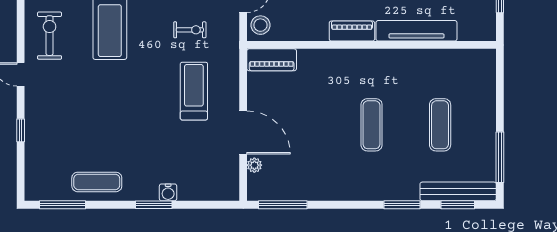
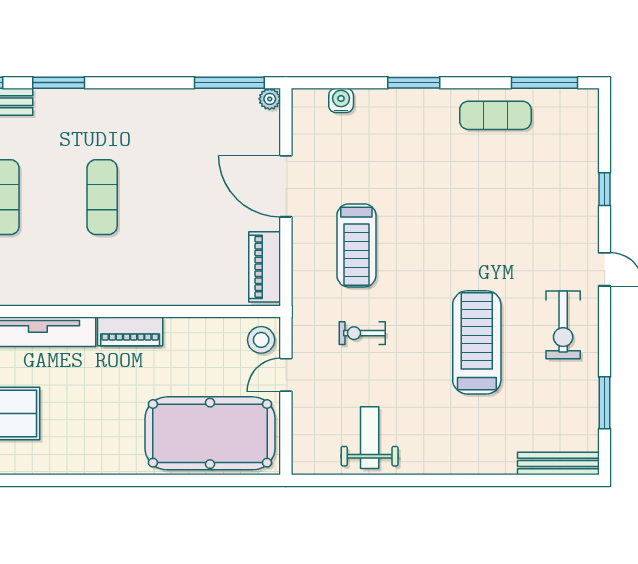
piano: (272, 60) -> (265, 267), moved, turned -90
plant: (254, 165) -> (270, 99), moved
water cooler: (168, 192) -> (341, 100), moved

